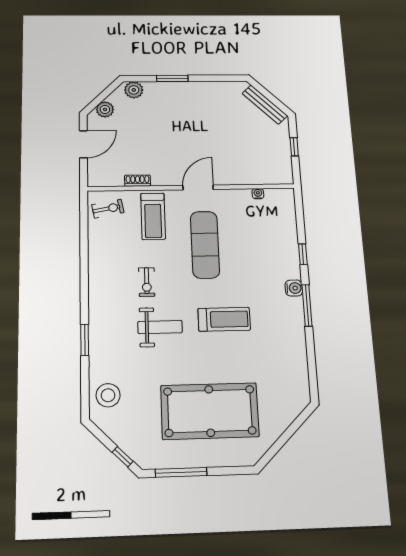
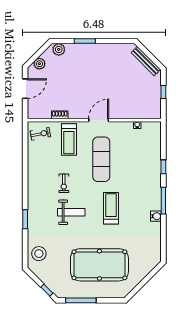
water cooler: (294, 288) -> (156, 216), moved
treadmill: (224, 319) -> (111, 208), turned -90

